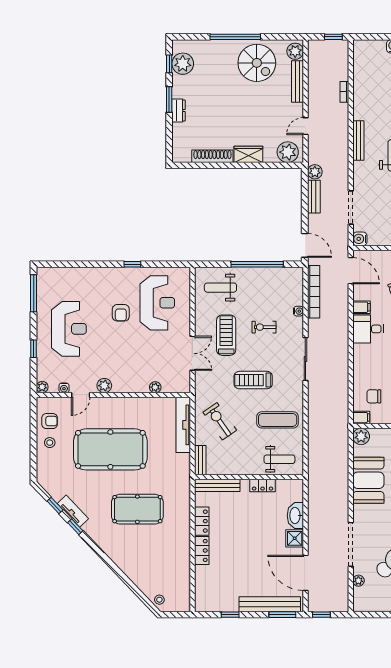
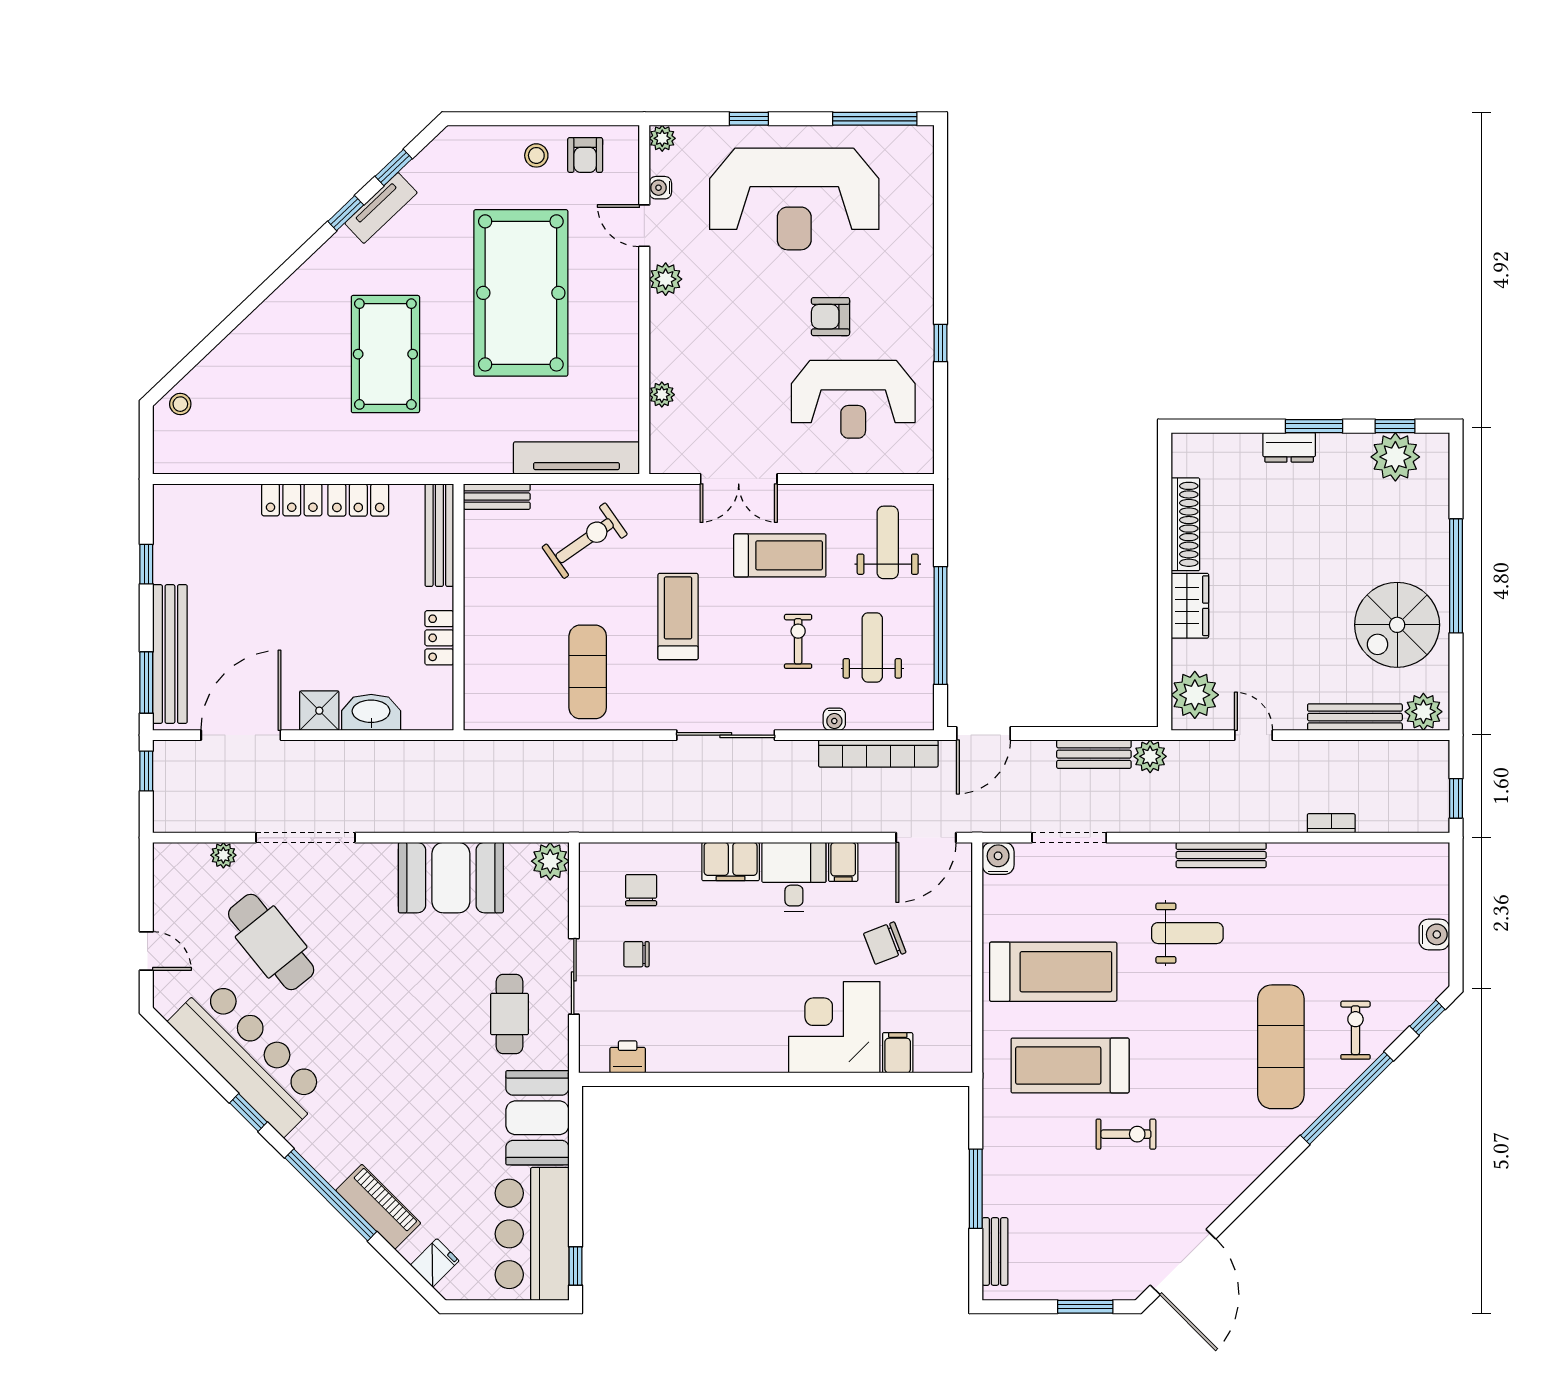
reception desk: (69, 329) -> (794, 199), width x1.36, depth x1.30
filing cabinet: (361, 418) -> (731, 862), moved, width x2.00
weight bench: (279, 459) -> (872, 647), moved, turned 180

